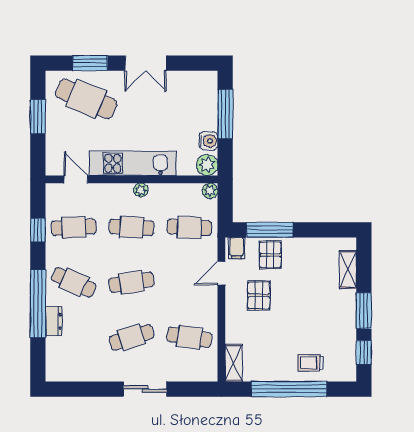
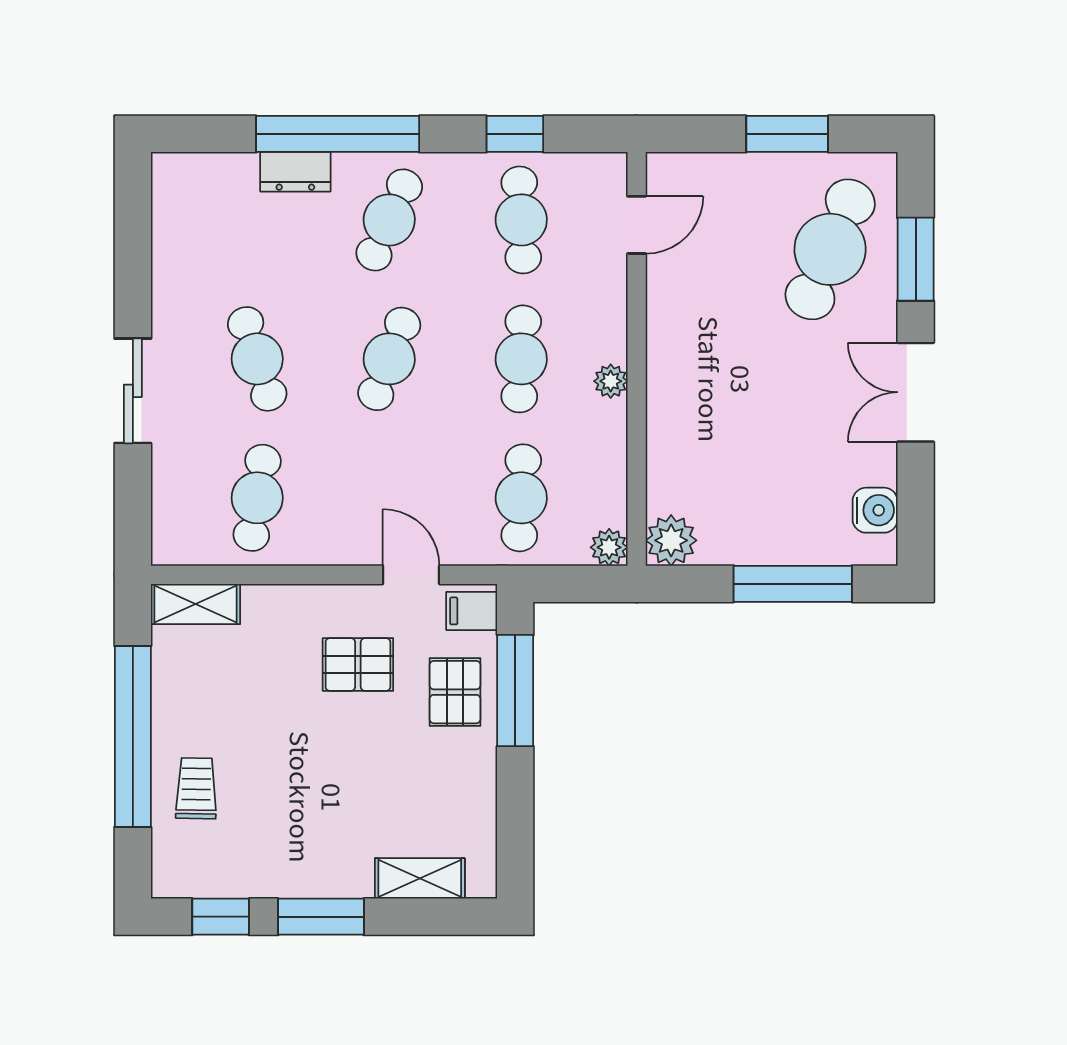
water cooler: (208, 141) -> (875, 510), moved, turned -90
kitchen unit: (133, 163) -> (675, 362), removed
pallet: (270, 255) -> (455, 692), turned 90
cafe table: (132, 282) -> (389, 359), turned 30

